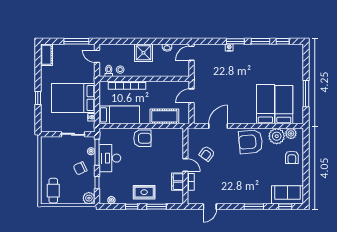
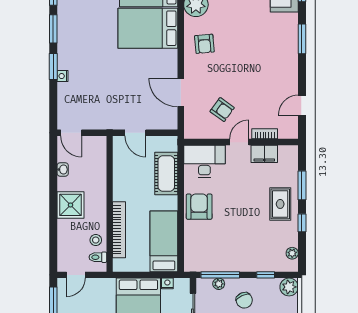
bed: (265, 104) -> (148, 28), width x1.50
armchair: (251, 142) -> (204, 44), width x0.53, depth x0.53
desk: (110, 158) -> (204, 161), moved, turned 180
door: (210, 207) -> (302, 105), swing flipped

